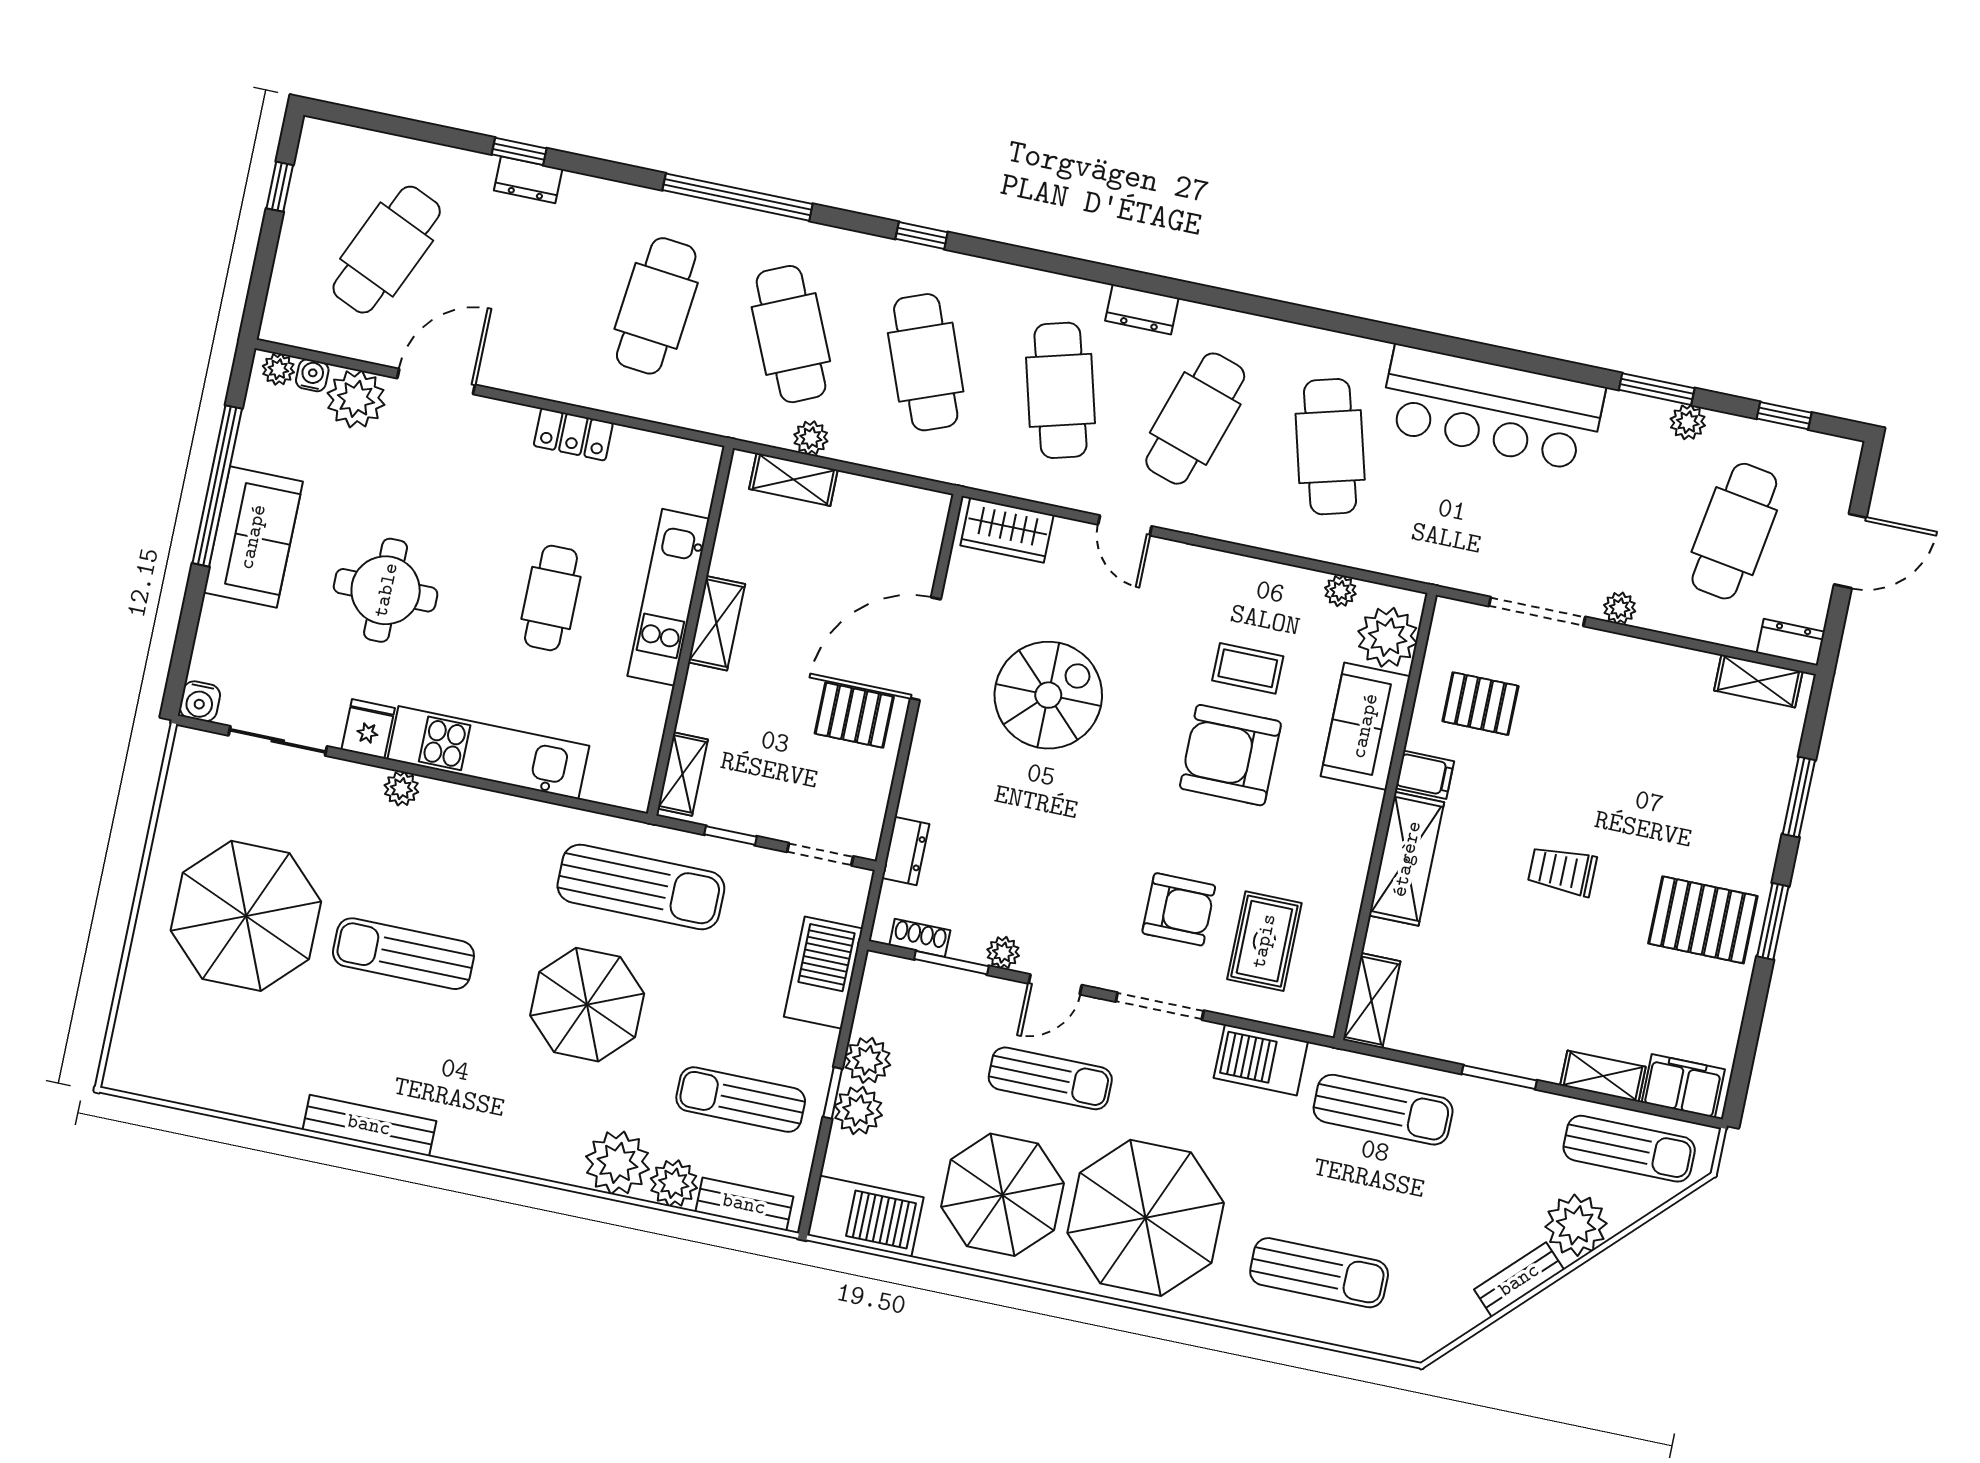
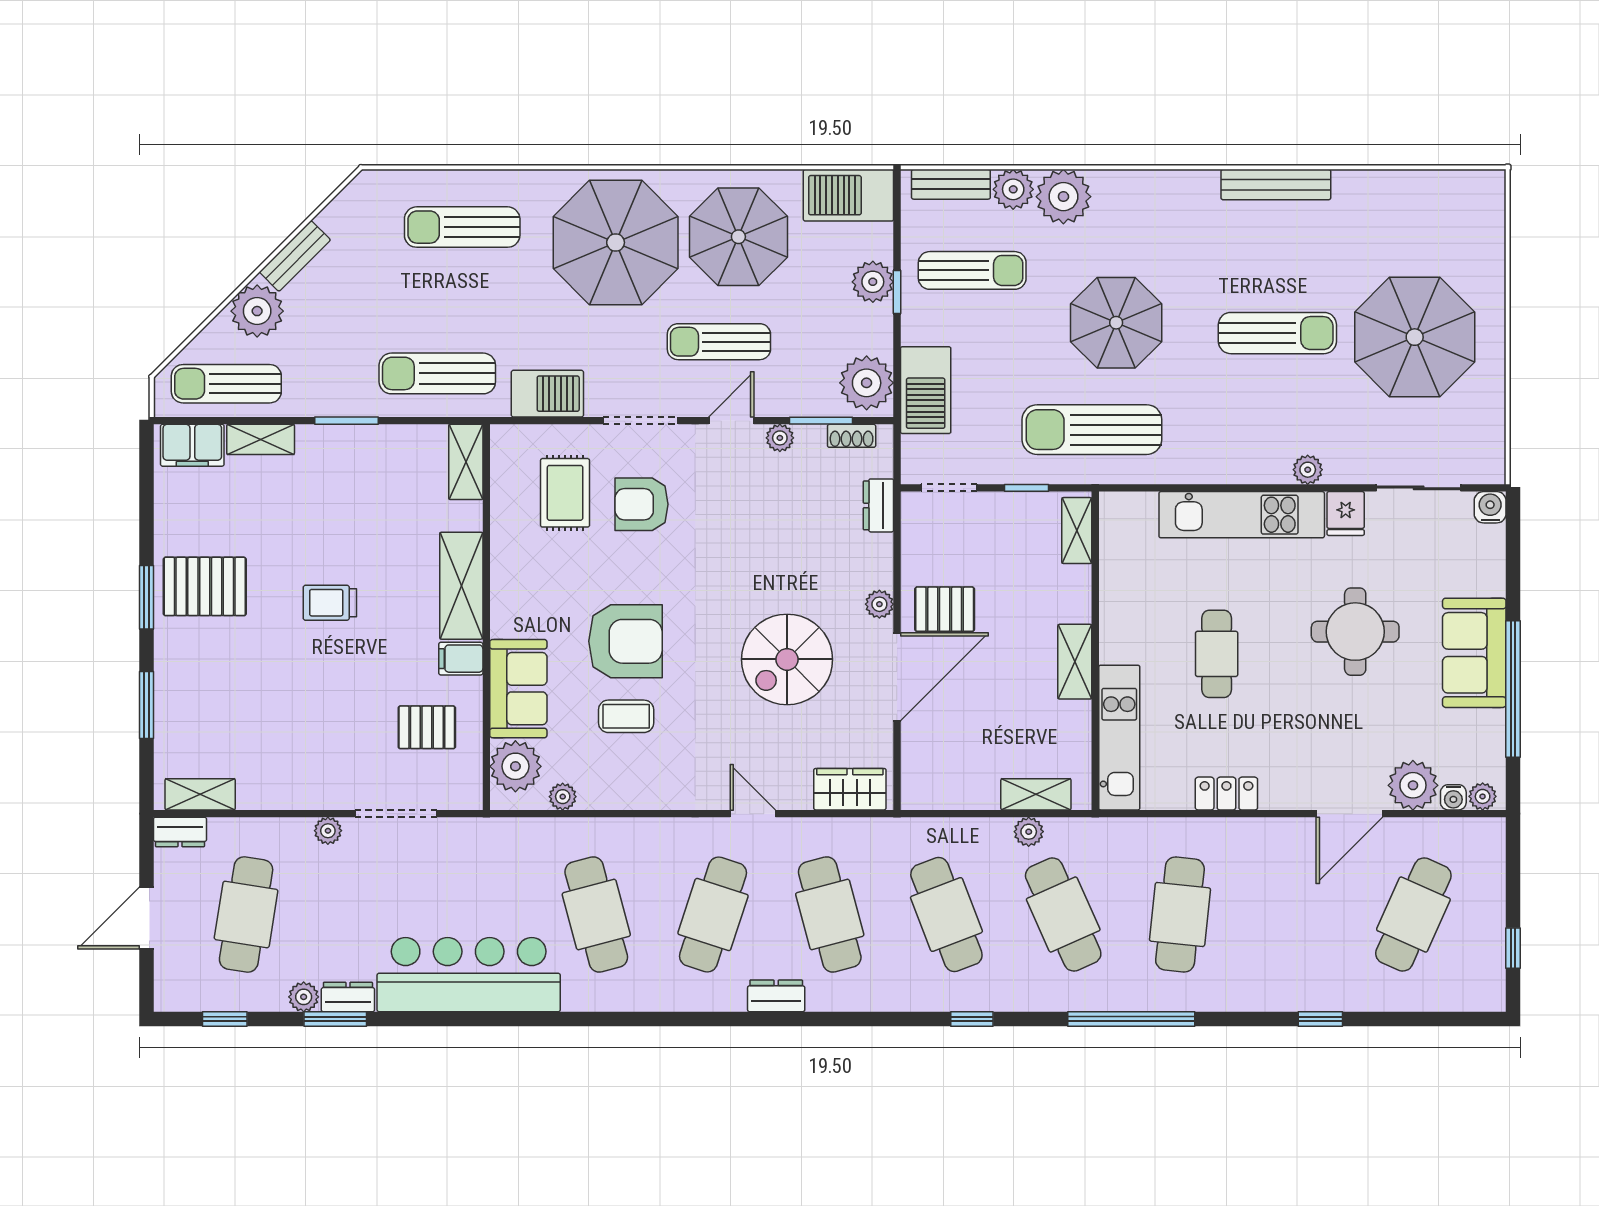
dresser: (528, 180) -> (348, 997), moved
kitchen unit: (668, 597) -> (1119, 738), moved
plant: (928, 737) -> (879, 604), added
trolley: (1562, 871) -> (330, 603), turned 180
plant: (868, 1060) -> (867, 383), moved, width x1.36, depth x1.36

